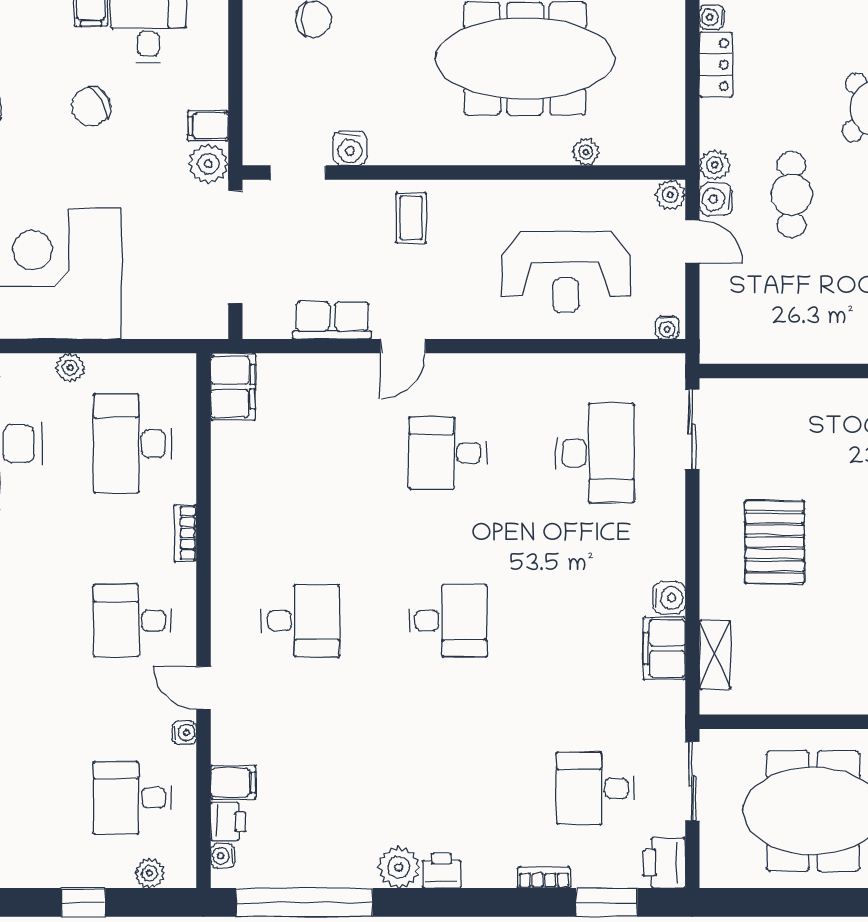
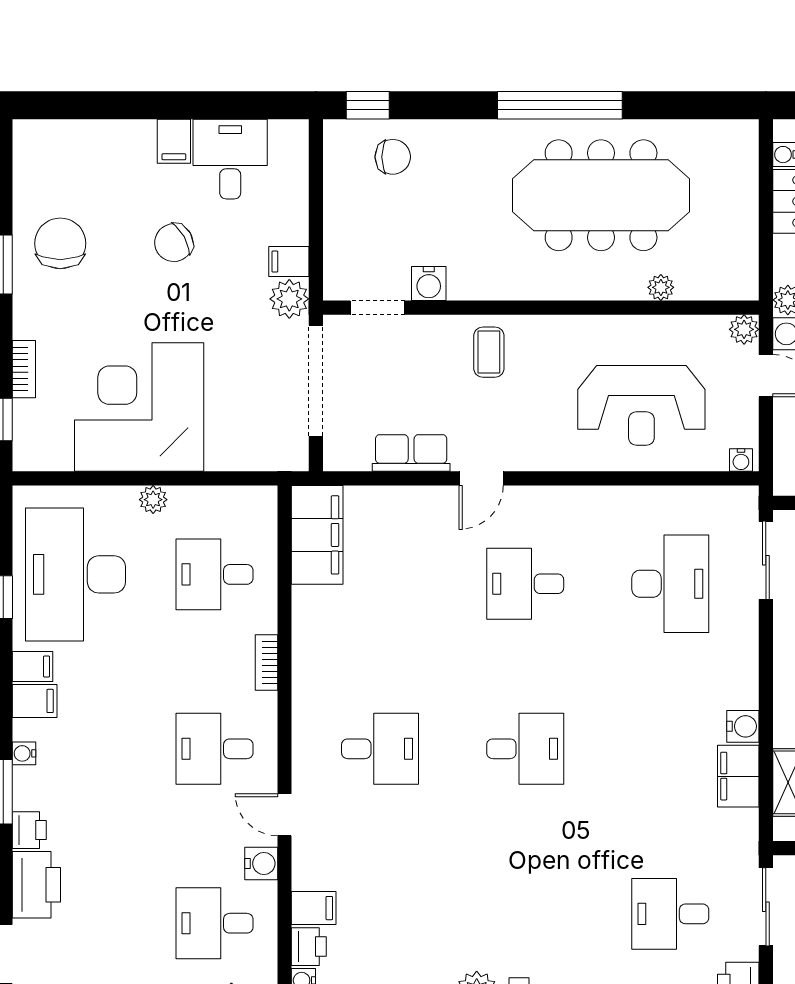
filing cabinet: (233, 387) -> (317, 535), width x1.50, depth x1.17
desk: (132, 444) -> (214, 574), width x0.73
water cooler: (184, 733) -> (261, 863), width x1.38, depth x1.38

